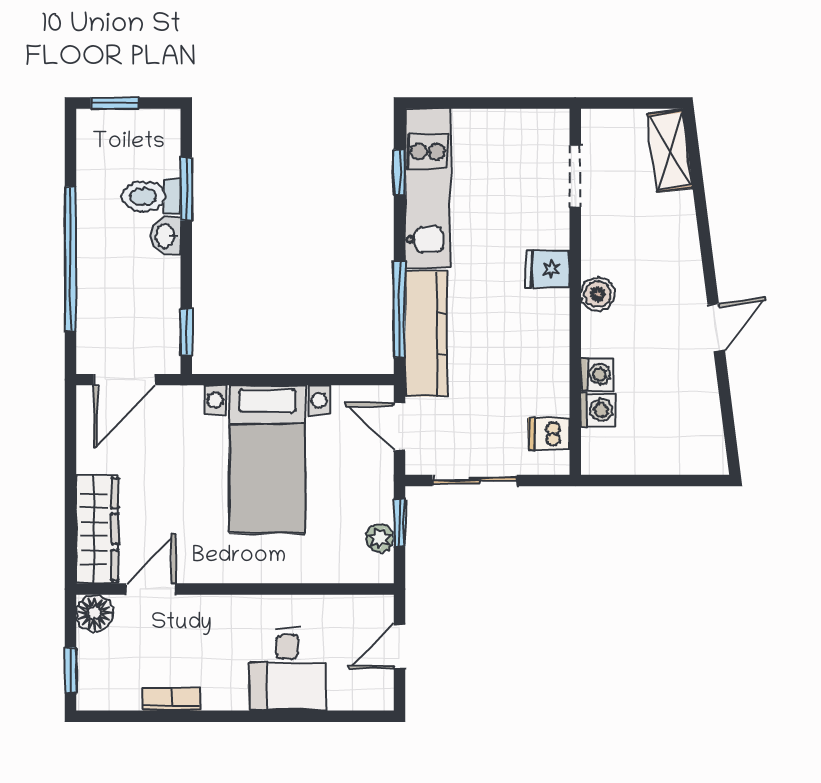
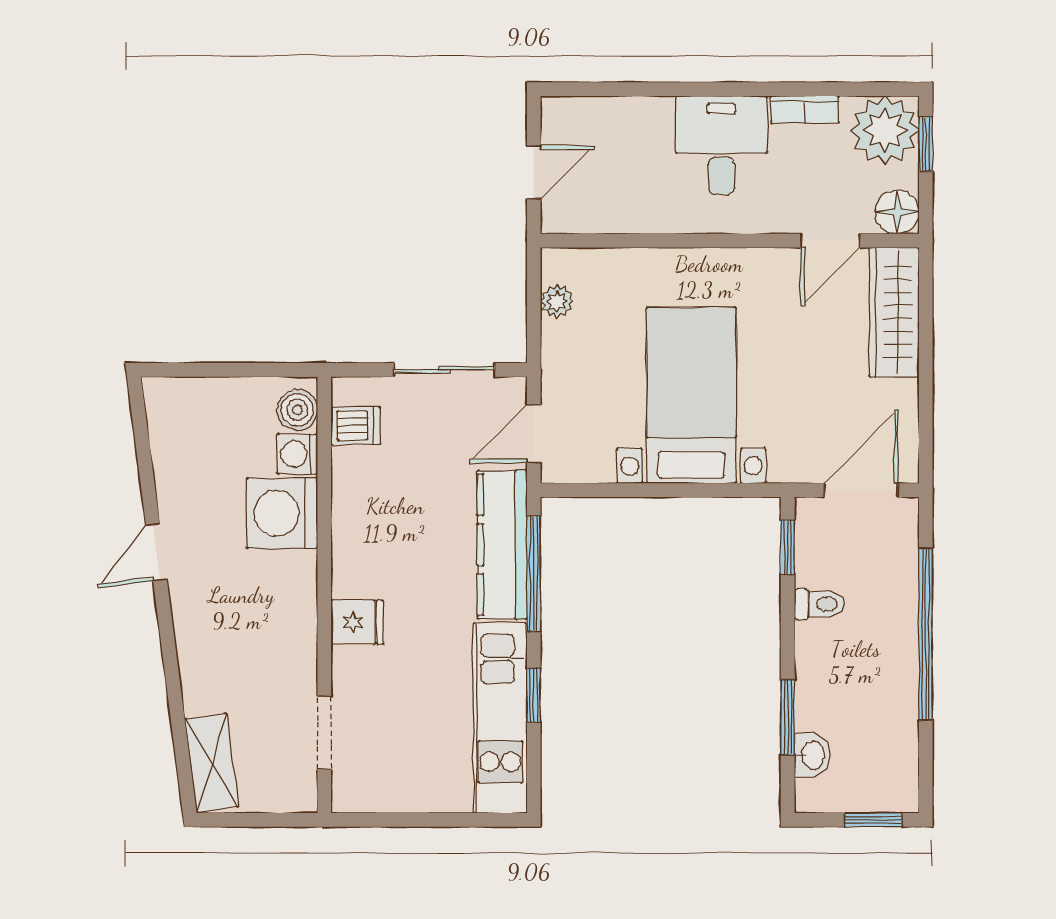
window: (399, 172) -> (534, 695), moved
toilet: (151, 197) -> (820, 604), moved, width x0.73, depth x0.72
washbasin: (166, 236) -> (812, 755), moved
boiler: (598, 294) -> (297, 410), moved
washing machine: (597, 374) -> (282, 513), width x1.89, depth x1.89
door: (399, 427) -> (534, 434), swing flipped
window: (399, 523) -> (534, 319), removed
desk: (287, 669) -> (721, 145), moved
plant: (105, 682) -> (885, 130), added

